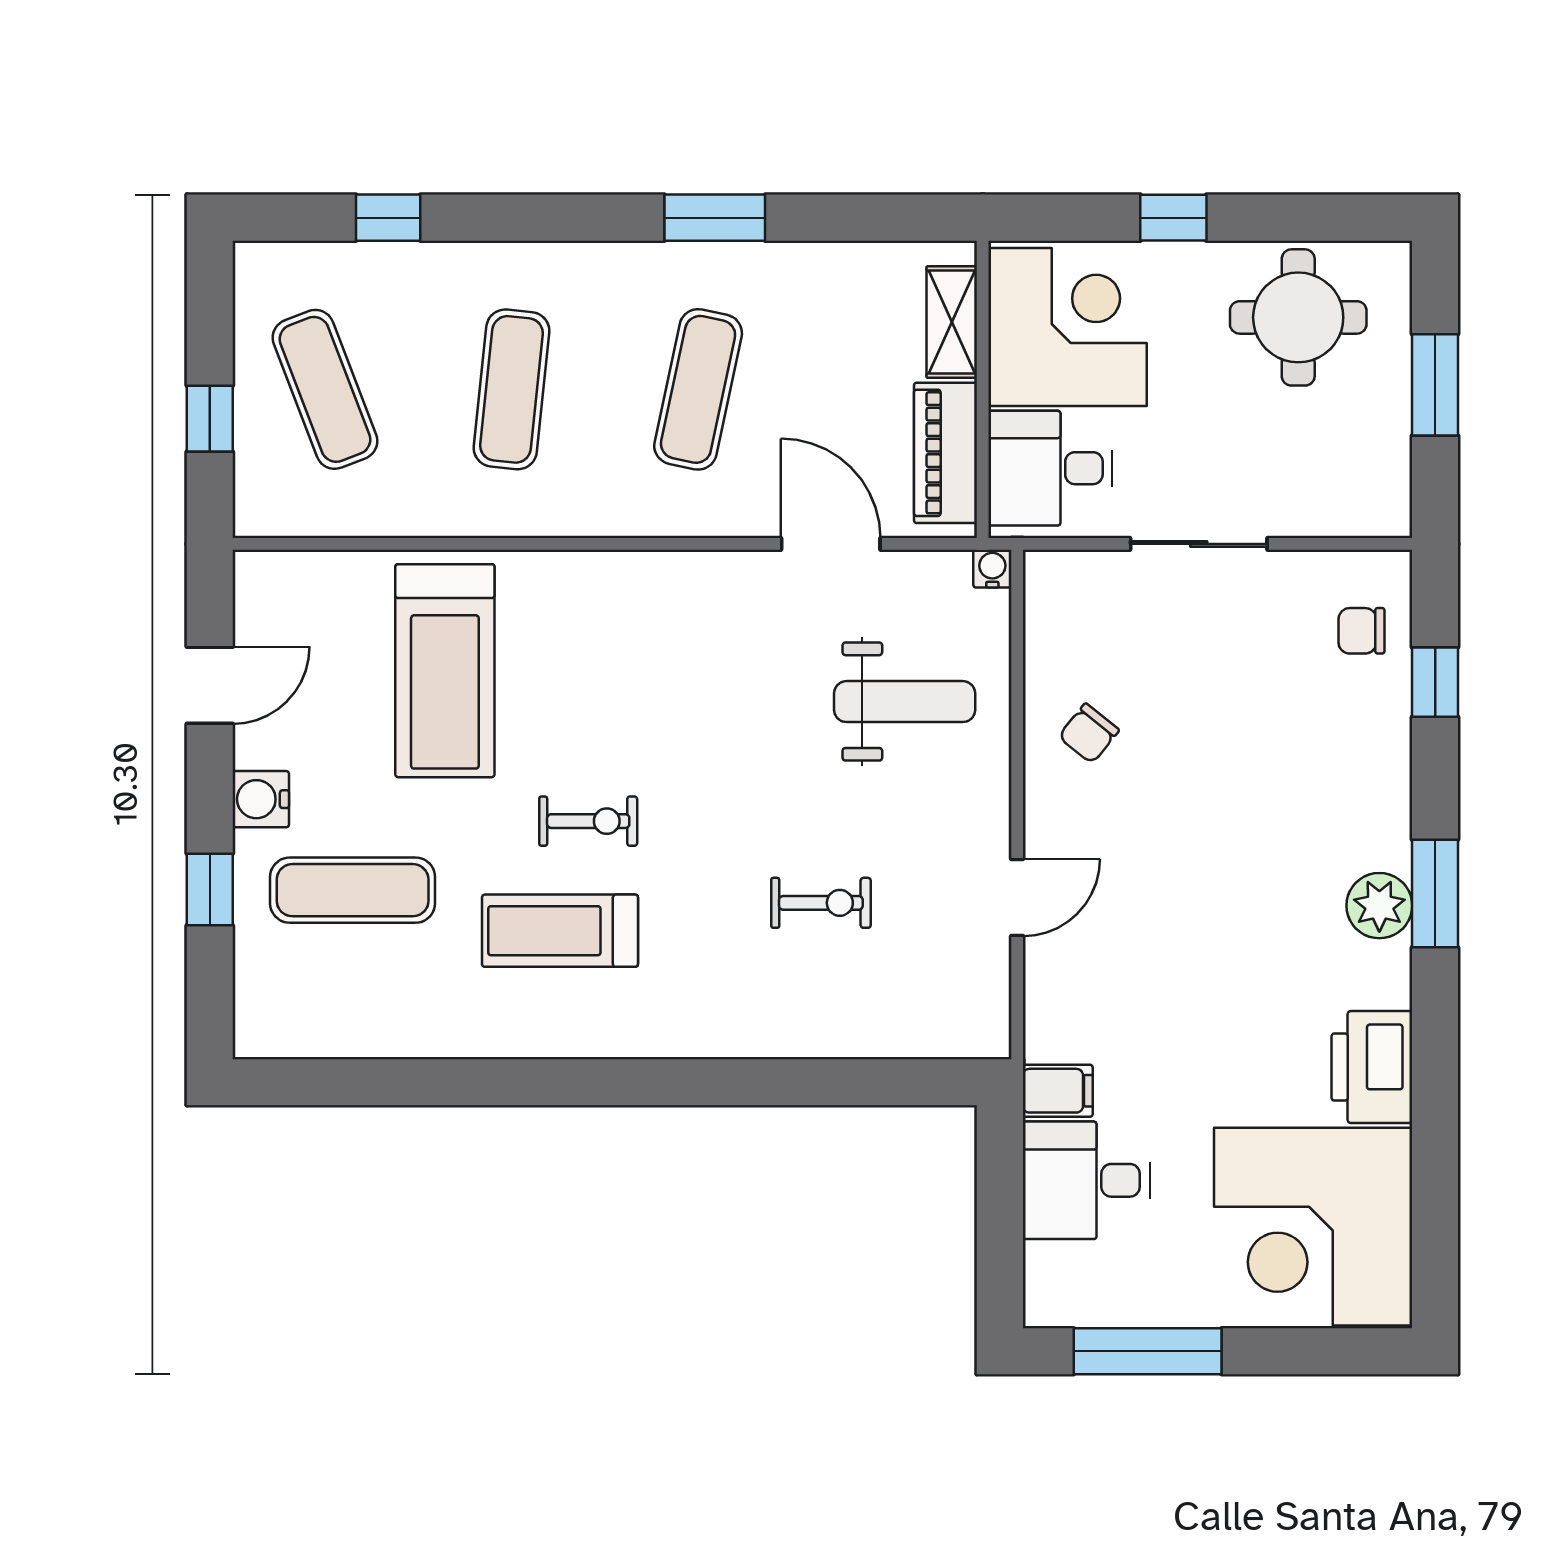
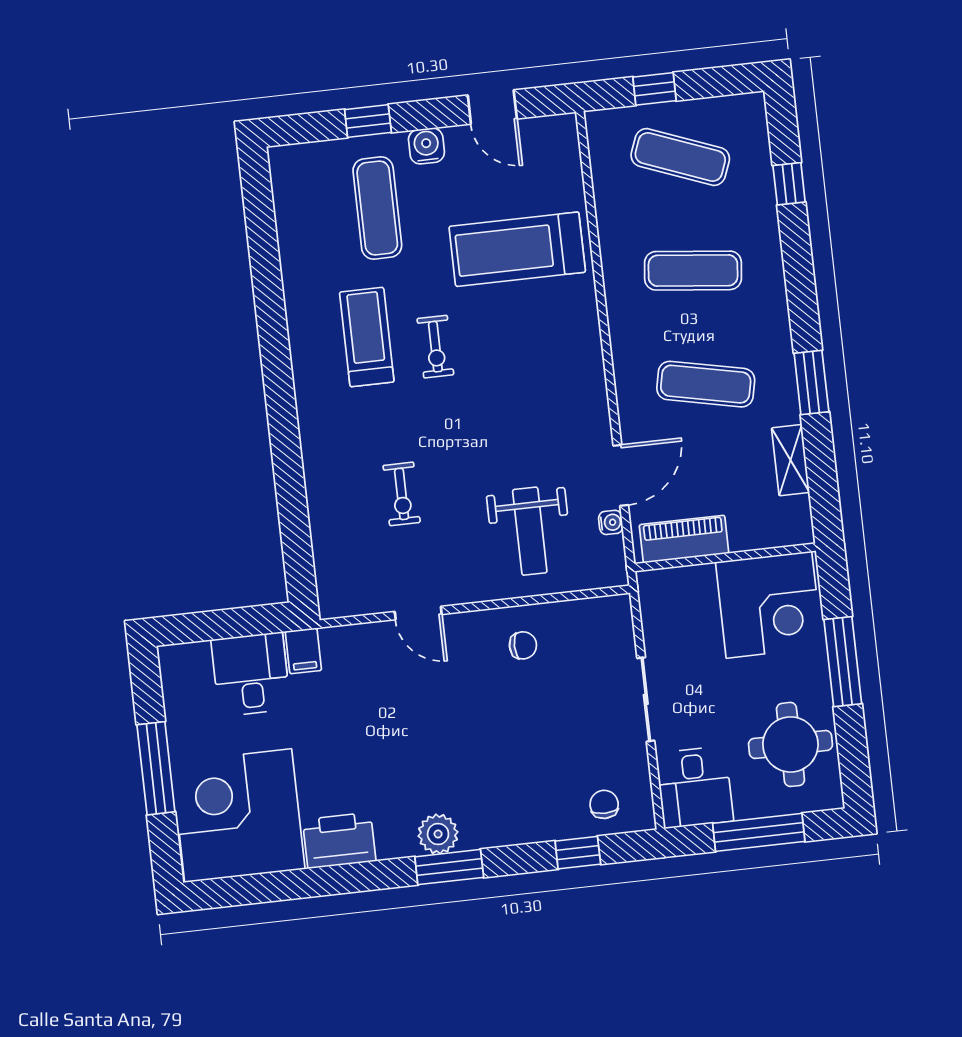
window: (1173, 218) -> (843, 662), width x2.17
shelving: (952, 322) -> (791, 460), moved, turned 90
window: (1435, 385) -> (759, 832), width x1.44
exercise mat: (325, 389) -> (680, 157), turned 42
desk: (1050, 468) -> (695, 787), moved, turned 180
water cooler: (992, 569) -> (611, 522), moved
chair: (1089, 733) -> (523, 645), turned 141
window: (1148, 1351) -> (156, 768), moved

